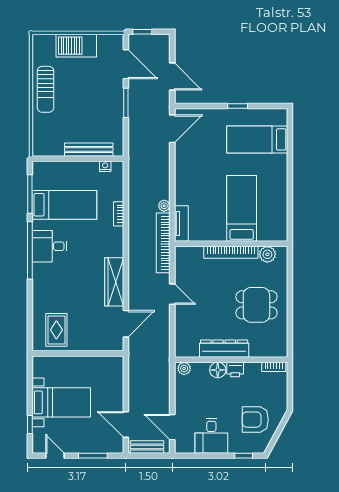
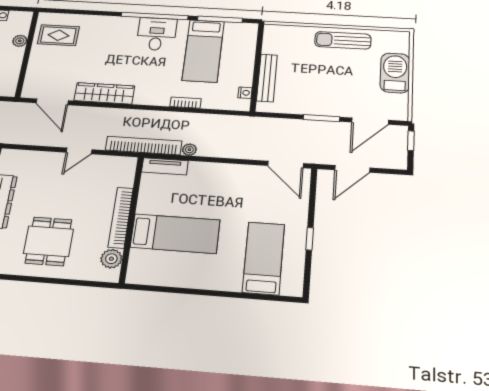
plant: (65, 362) -> (20, 41), added

